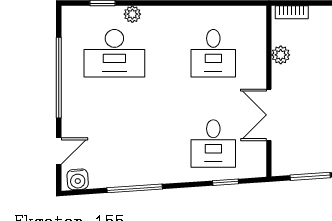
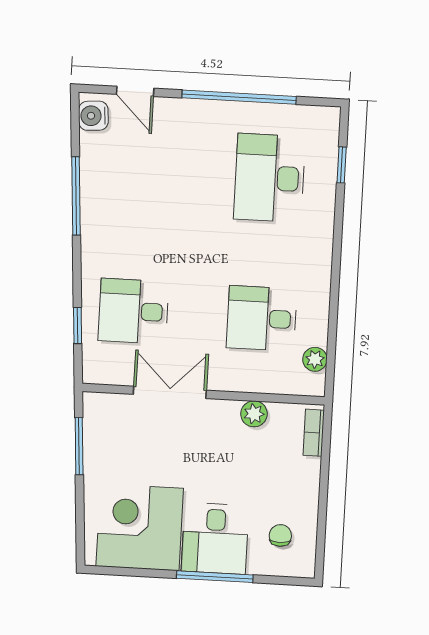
plant: (132, 14) -> (315, 359), moved

